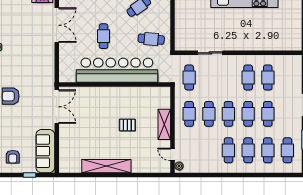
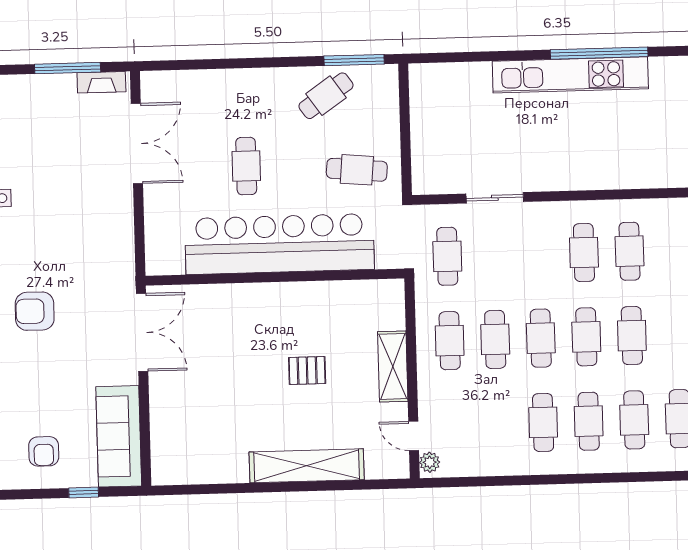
shelving: (106, 166) -> (307, 466), moved

